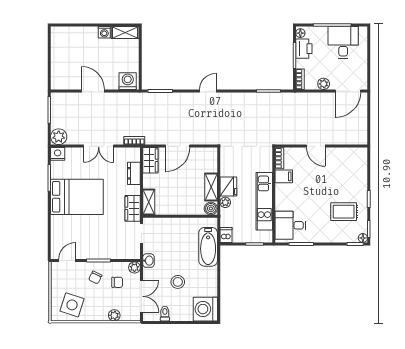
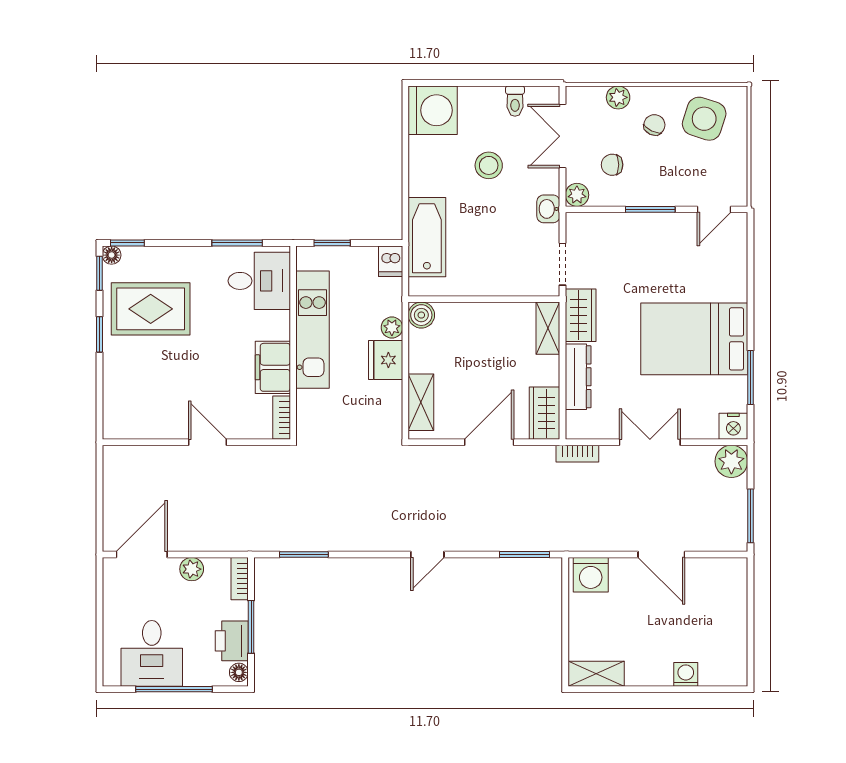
washing machine: (104, 32) -> (686, 674), moved
dresser: (134, 173) -> (578, 377), width x1.44
filing cabinet: (284, 176) -> (273, 367), width x2.00
shelving: (211, 187) -> (421, 402), moved
rug: (344, 212) -> (151, 309), width x1.36, depth x1.43
chair: (95, 278) -> (654, 125), moved

